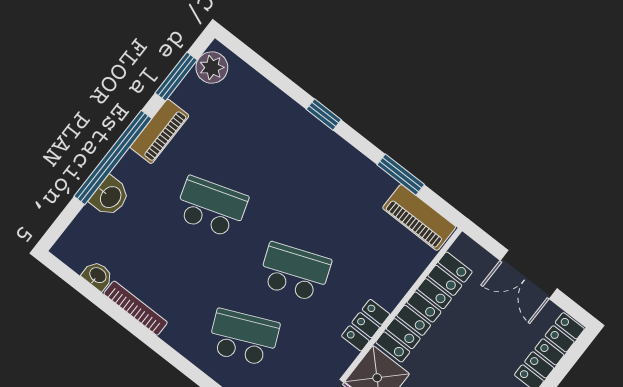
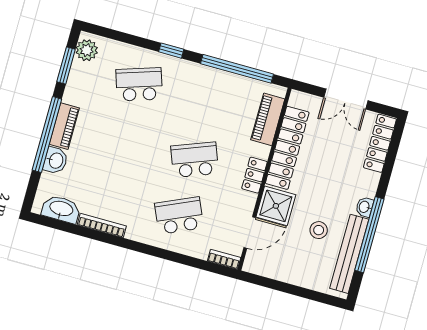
piano: (159, 131) -> (64, 126), moved
window: (401, 175) -> (237, 69), width x2.11
school desk: (211, 207) -> (139, 84), moved
piano: (419, 217) -> (268, 119), moved, turned 90
washbasin: (98, 276) -> (61, 209), width x1.91, depth x1.45

